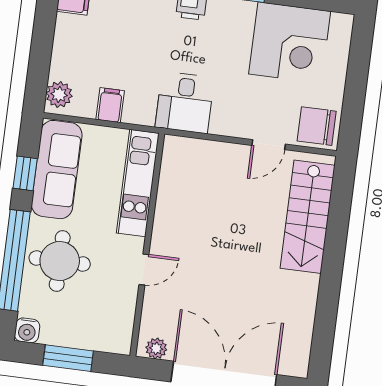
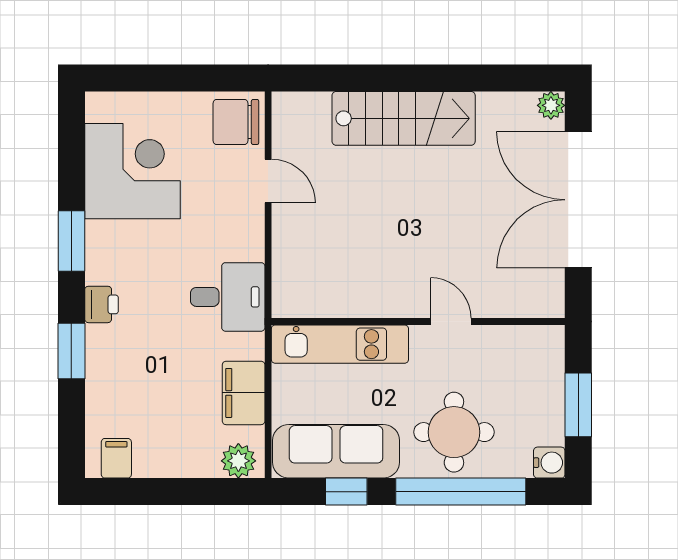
filing cabinet: (110, 105) -> (244, 393), width x2.00
chair: (317, 126) -> (236, 122), turned 90
stairs: (308, 217) -> (404, 118), moved
plant: (156, 348) -> (551, 105), moved

